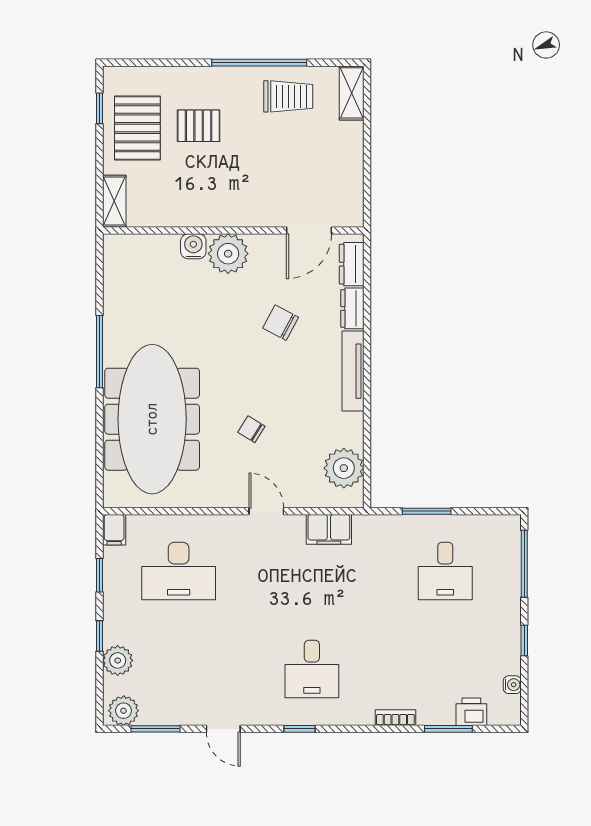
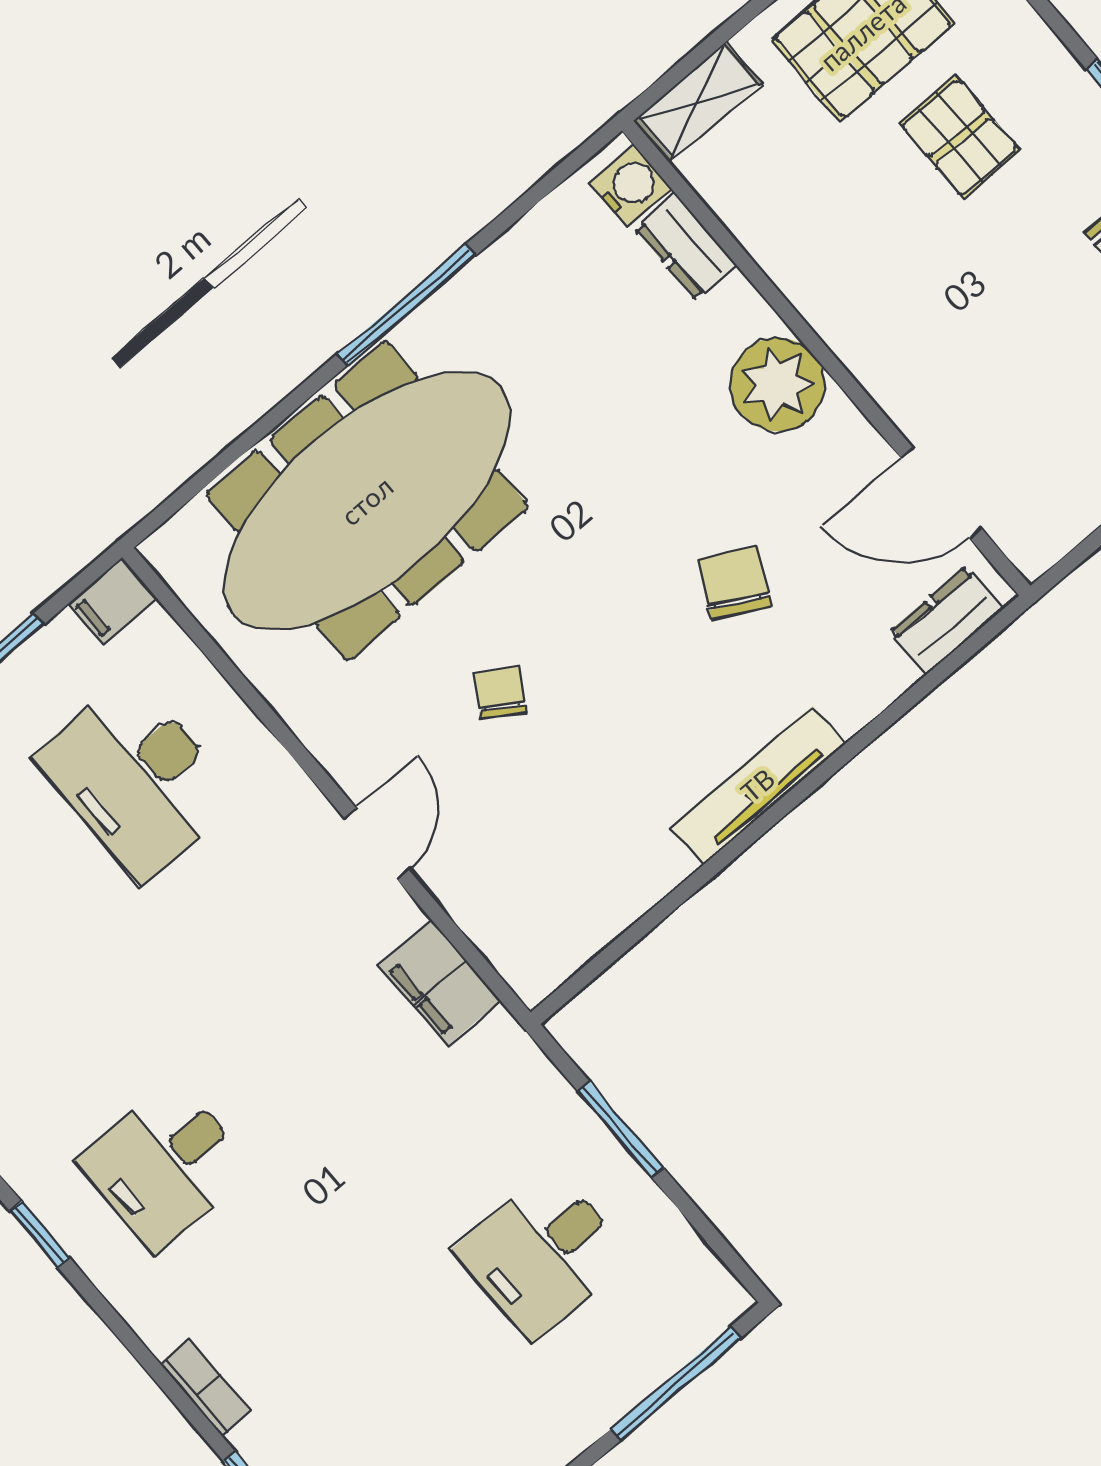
water cooler: (193, 246) -> (630, 186), moved
dresser: (352, 308) -> (686, 247), moved, turned -90
plant: (344, 468) -> (571, 917), removed

